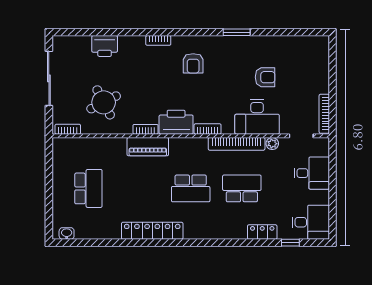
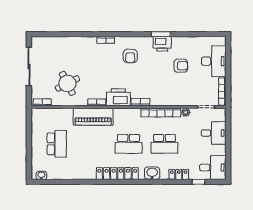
printer: (105, 46) -> (162, 44), moved
desk: (257, 117) -> (214, 61), moved, turned -90
piano: (148, 147) -> (93, 117), width x1.37, depth x1.33
school desk: (242, 188) -> (164, 144), turned 180
washbasin: (224, 230) -> (152, 173), added
locker: (152, 231) -> (117, 174), moved

